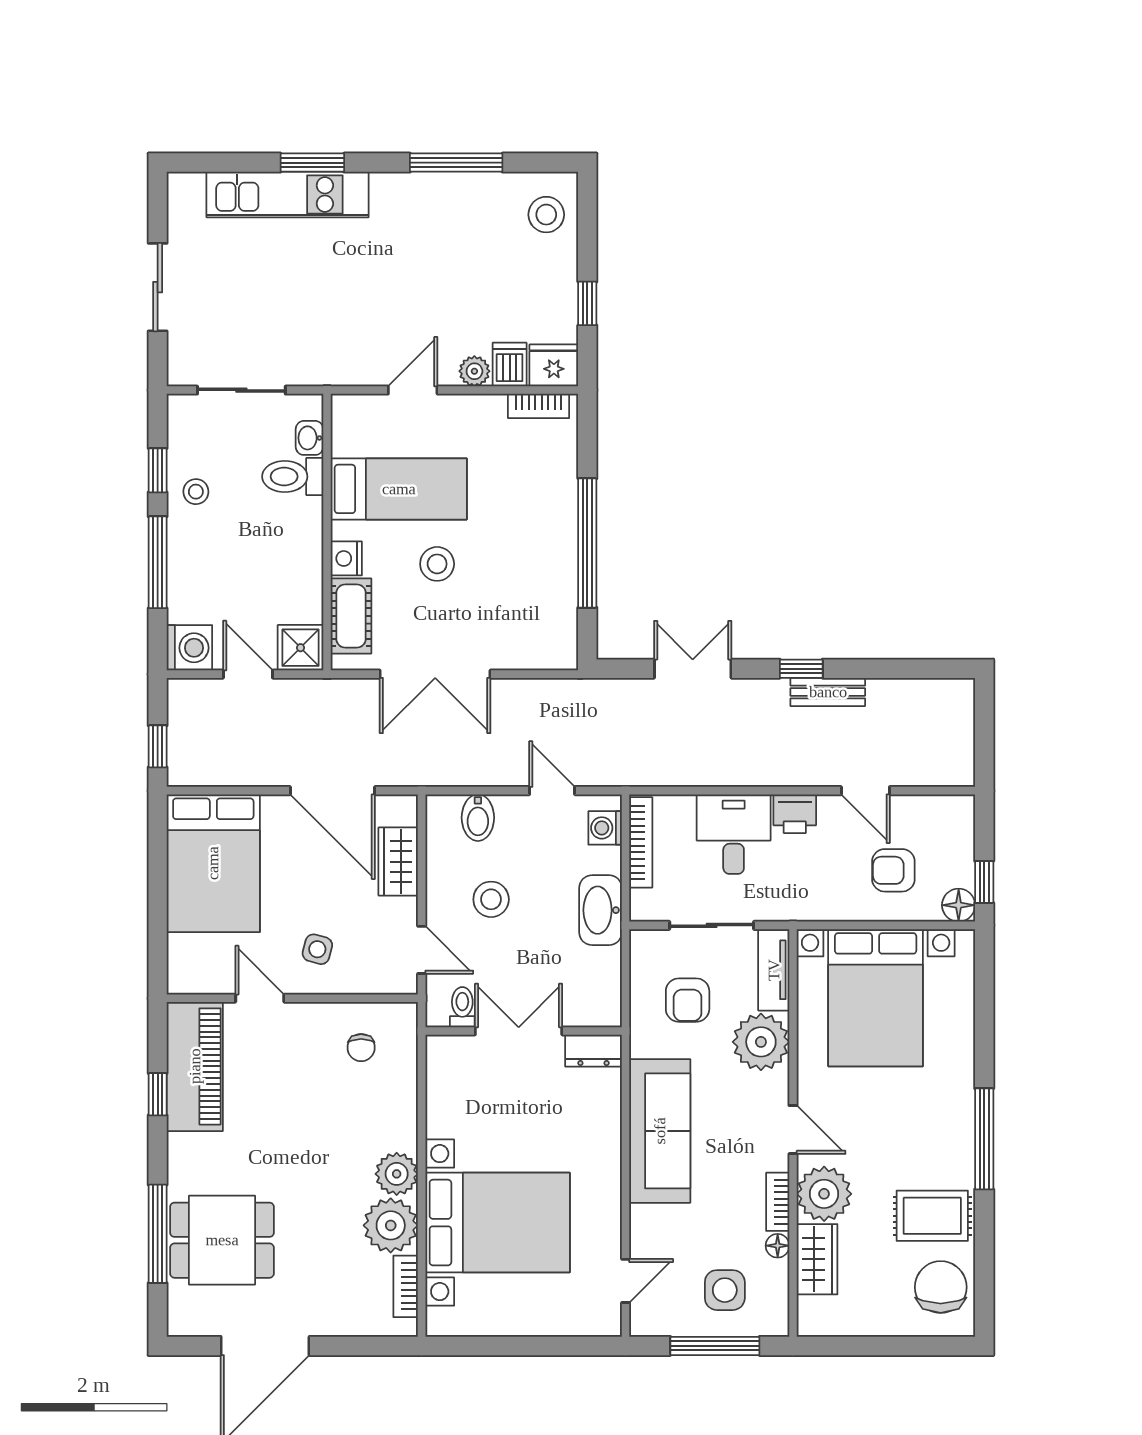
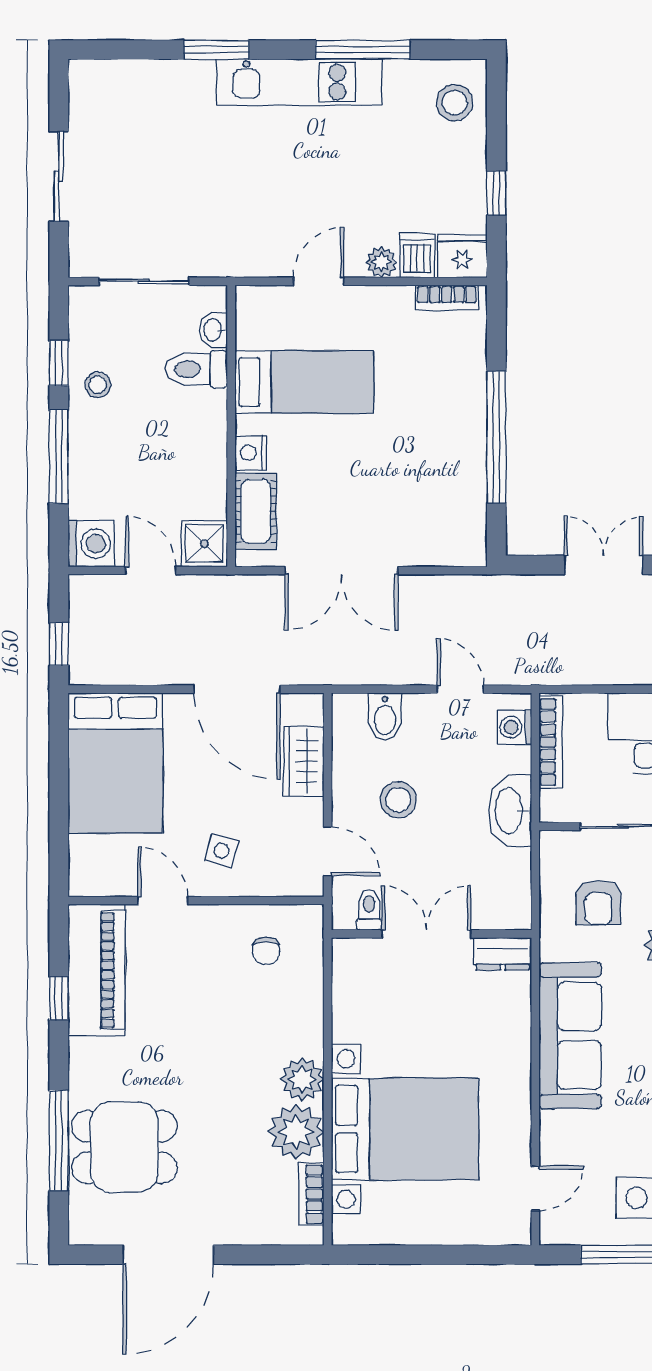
kitchen unit: (288, 194) -> (299, 82), moved
stool: (437, 564) -> (343, 458), removed

